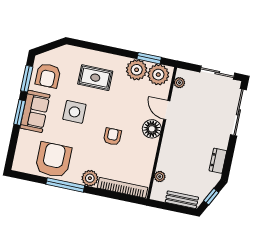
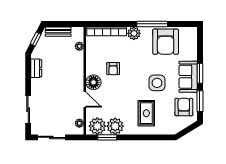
rug: (95, 78) -> (146, 113), turned 90
sliding door: (238, 112) -> (28, 110), width x0.73
armchair: (112, 137) -> (113, 69), moved

